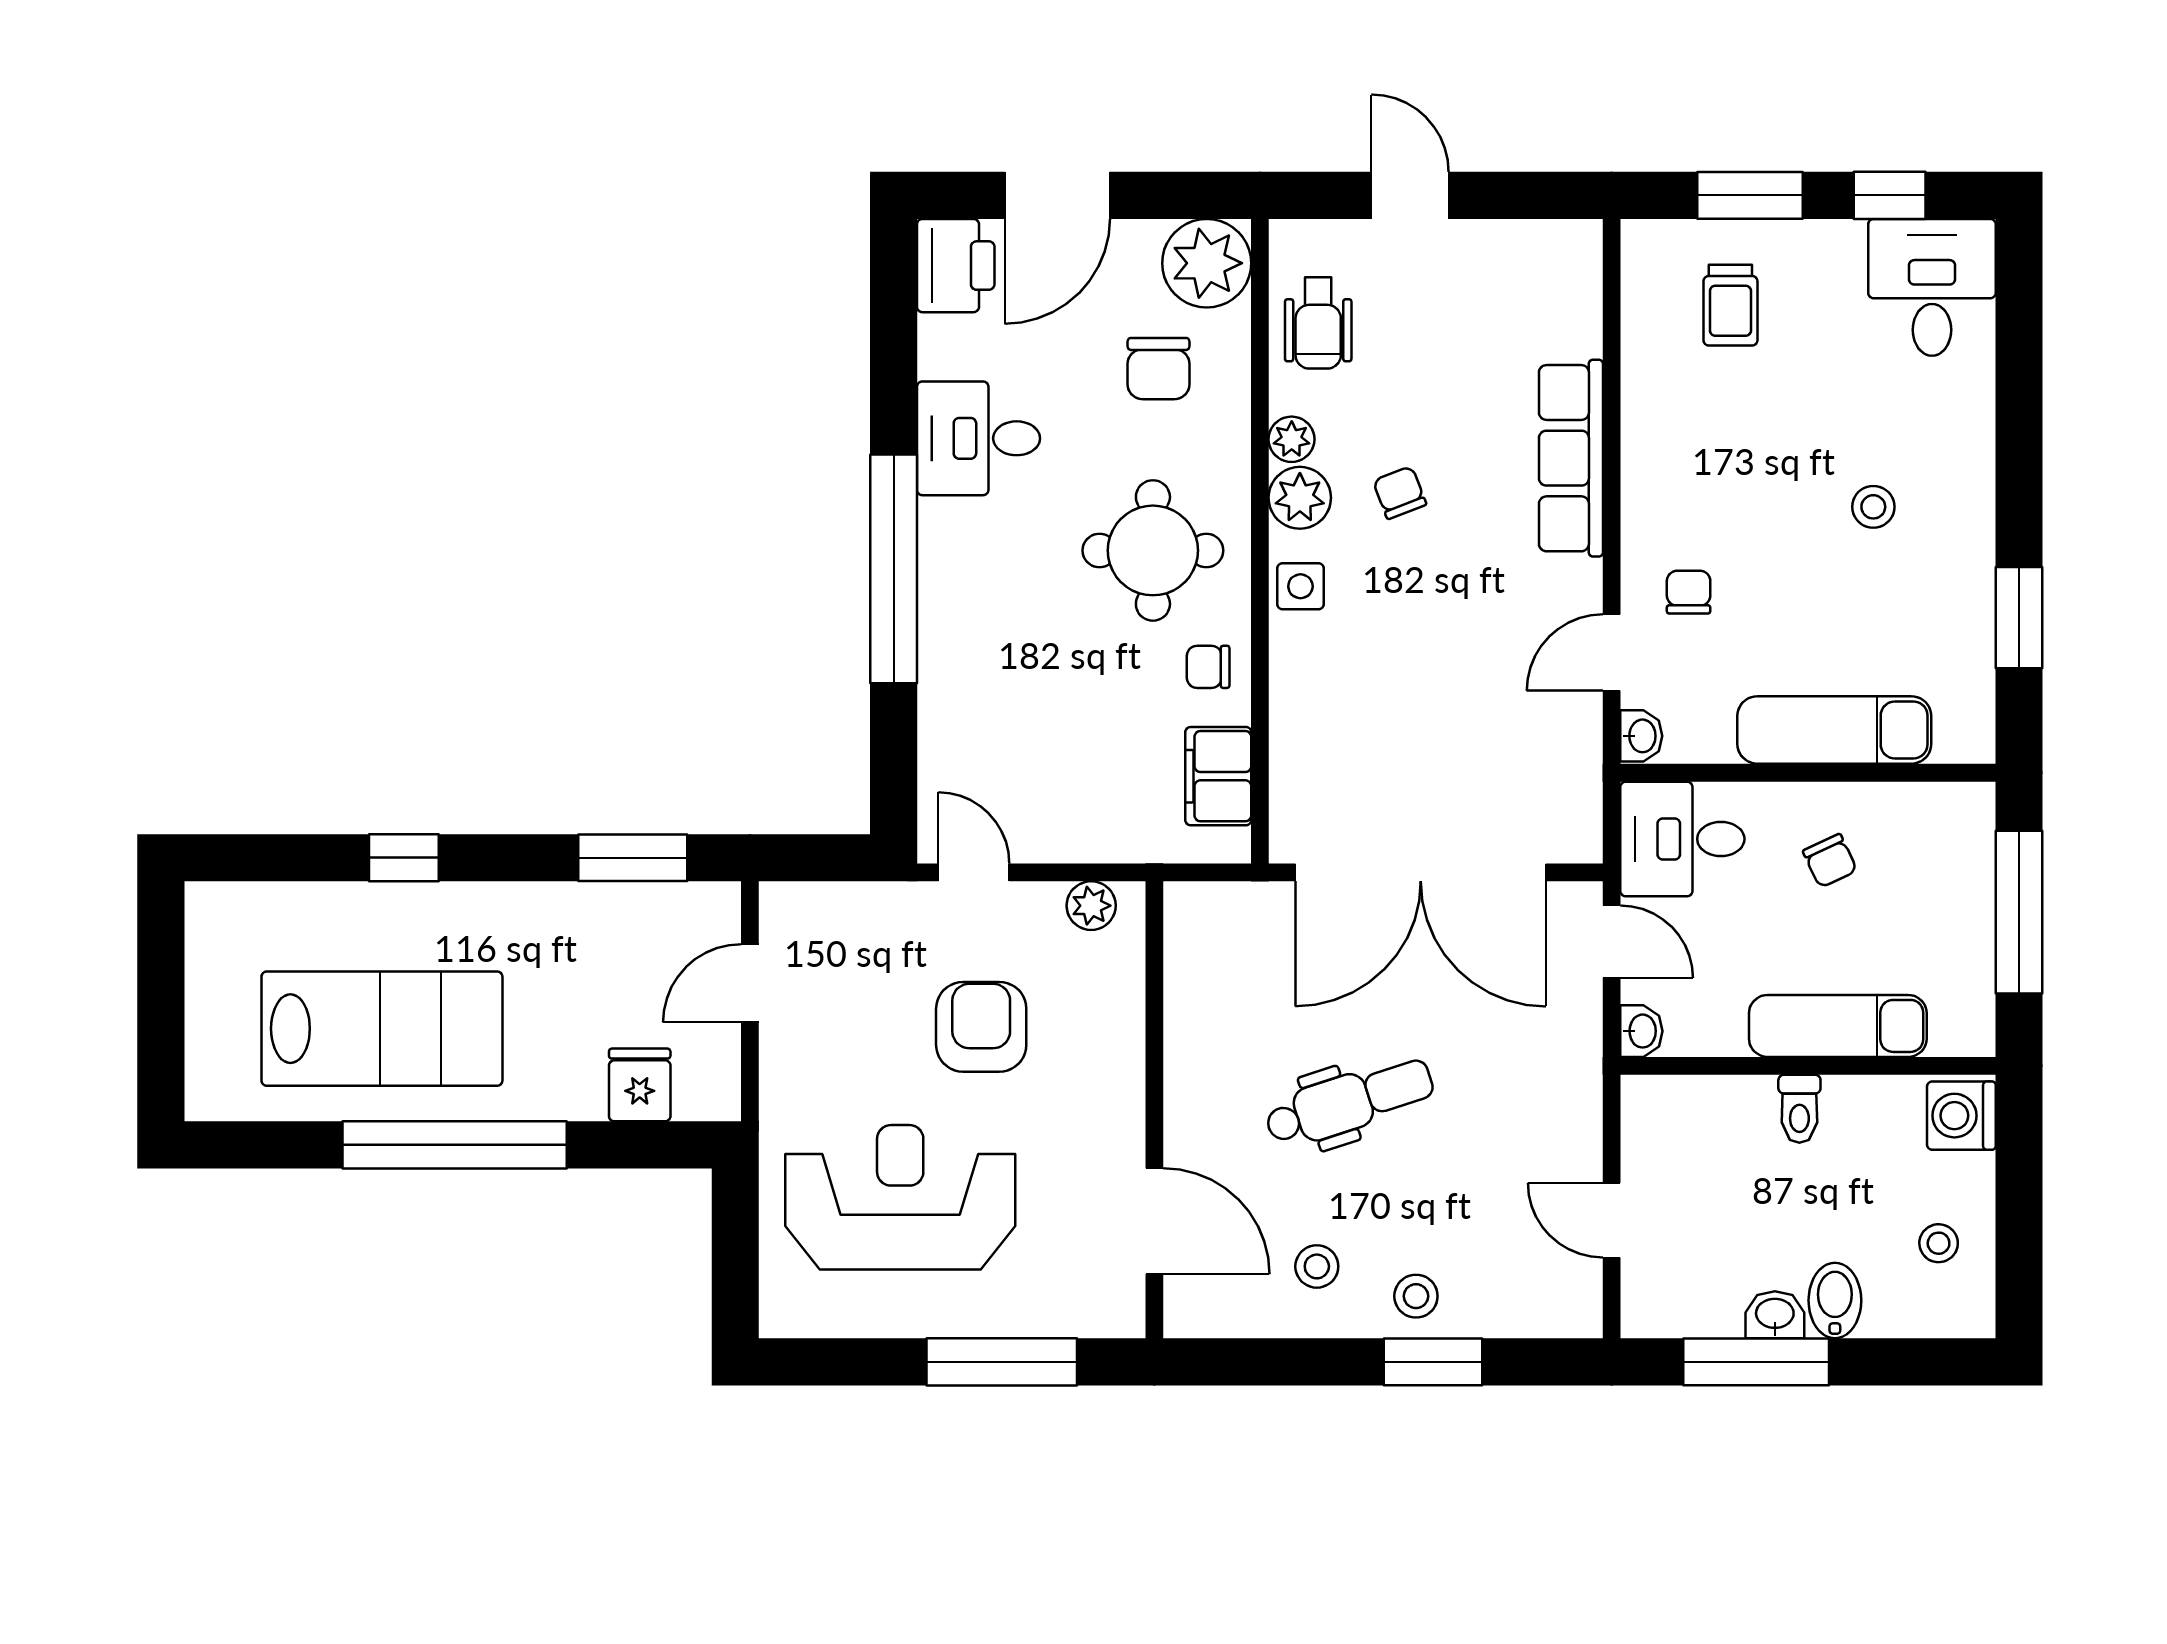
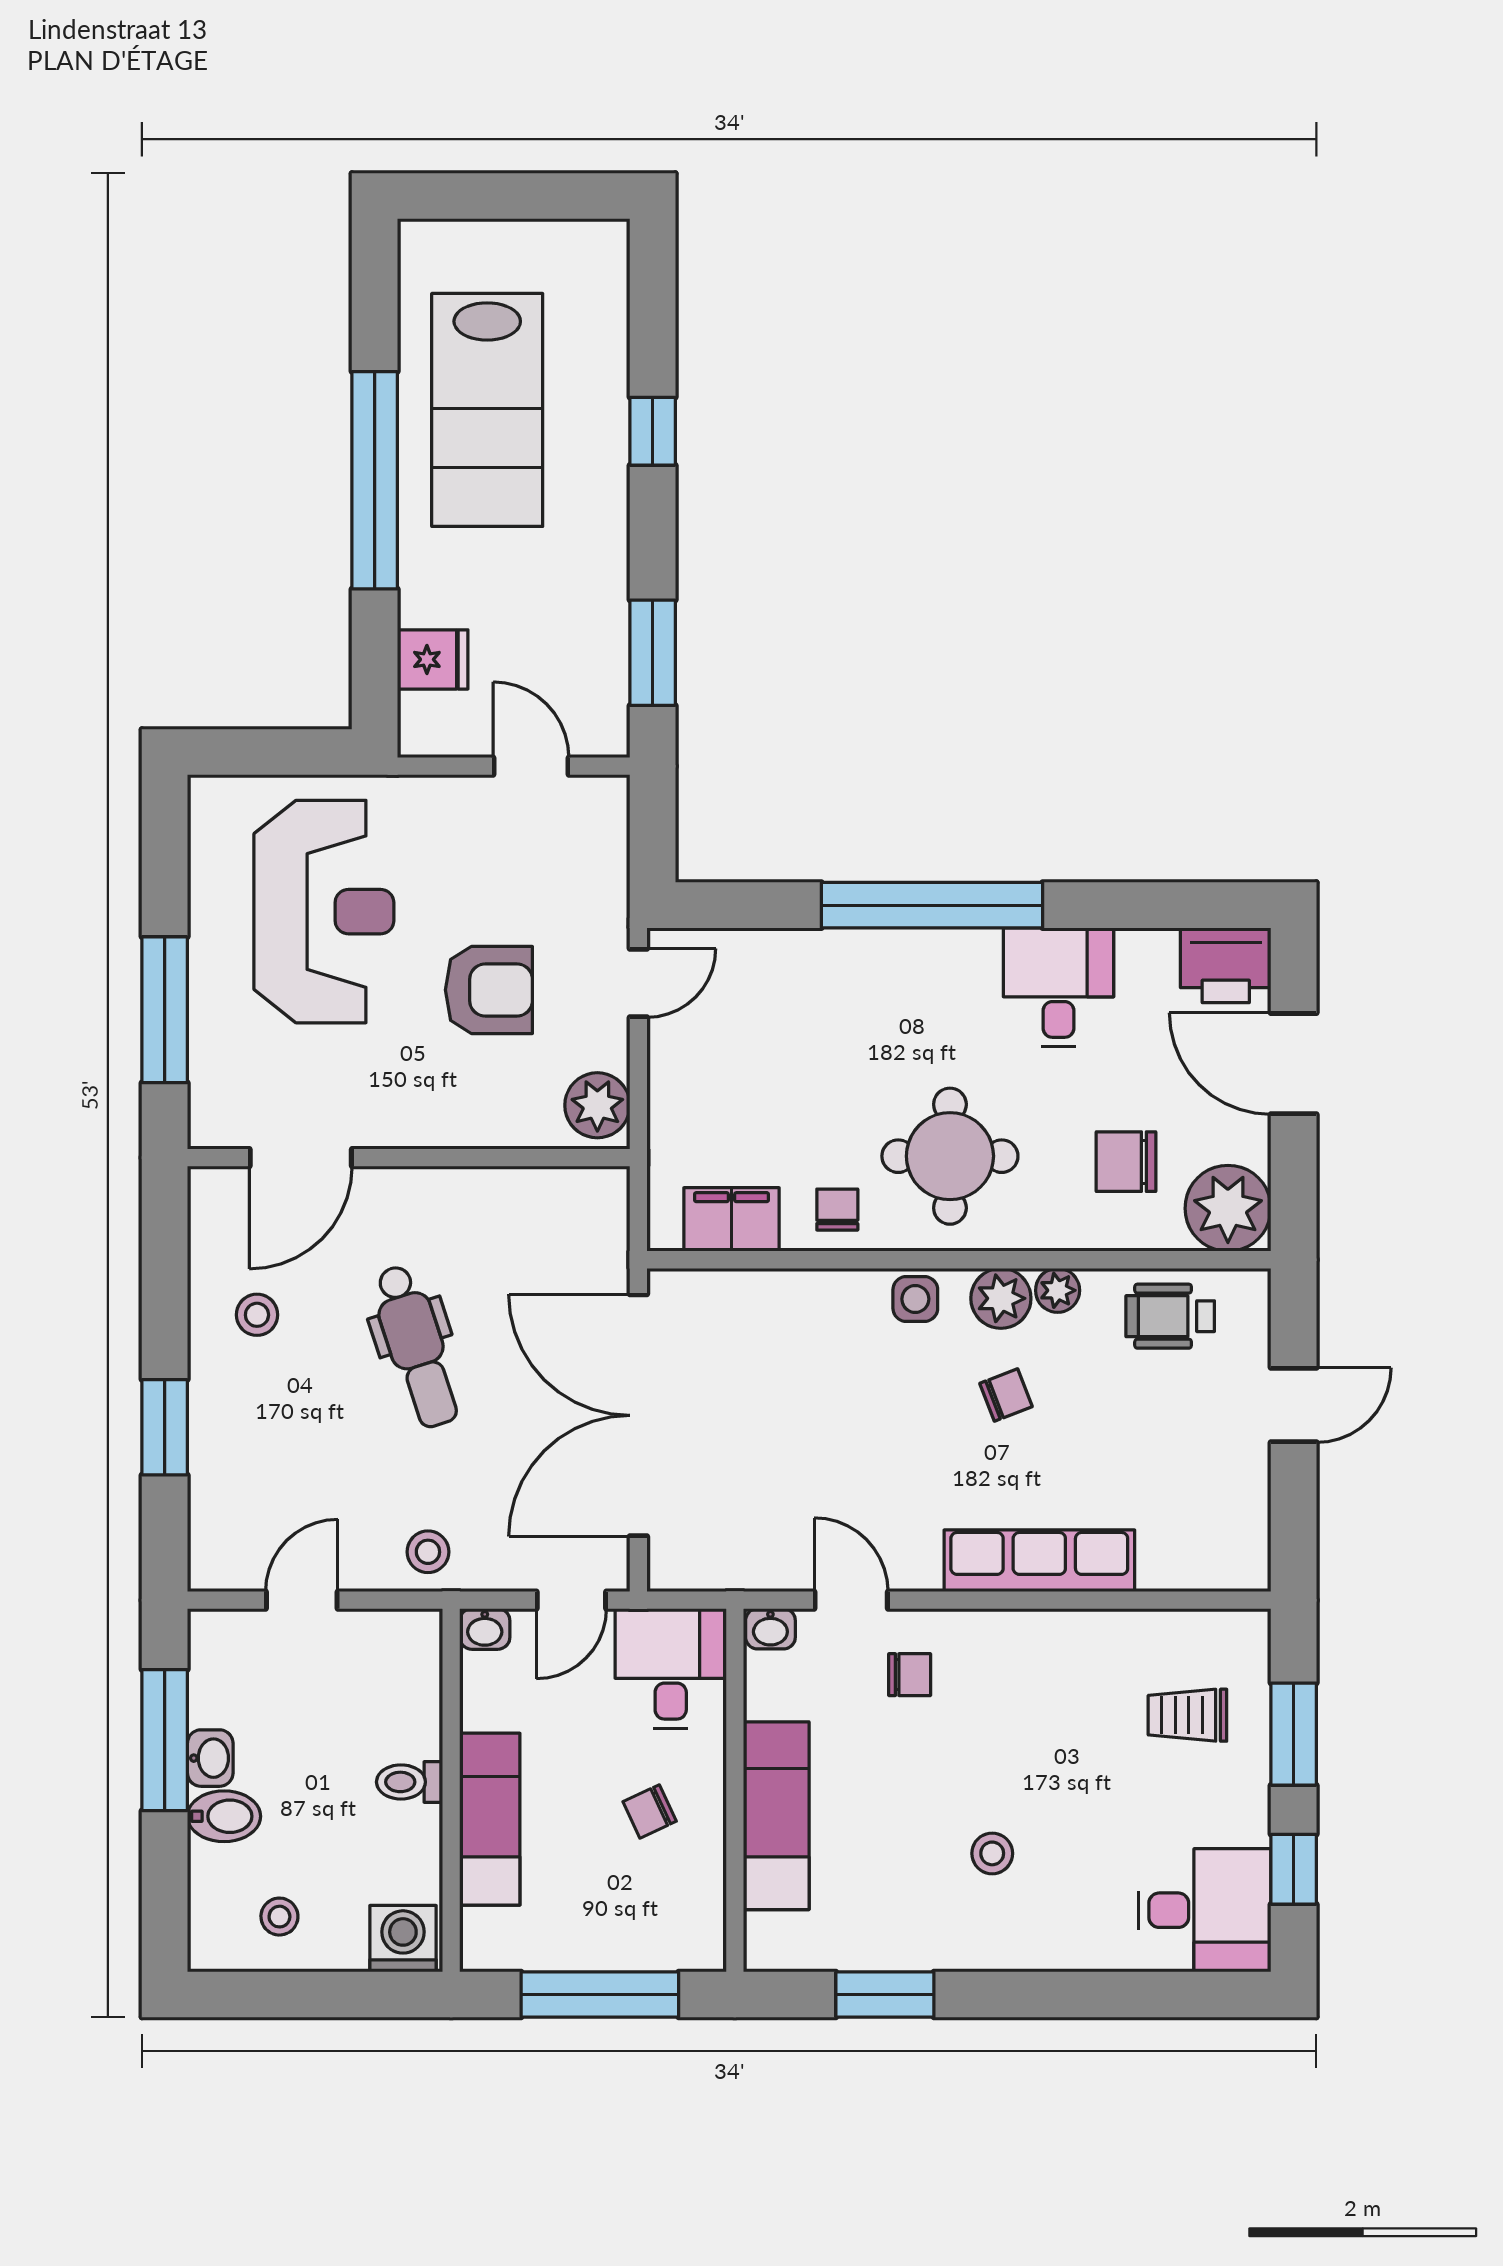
plant: (1091, 906) -> (597, 1105), width x1.38, depth x1.38
stool: (1416, 1296) -> (428, 1552), moved

